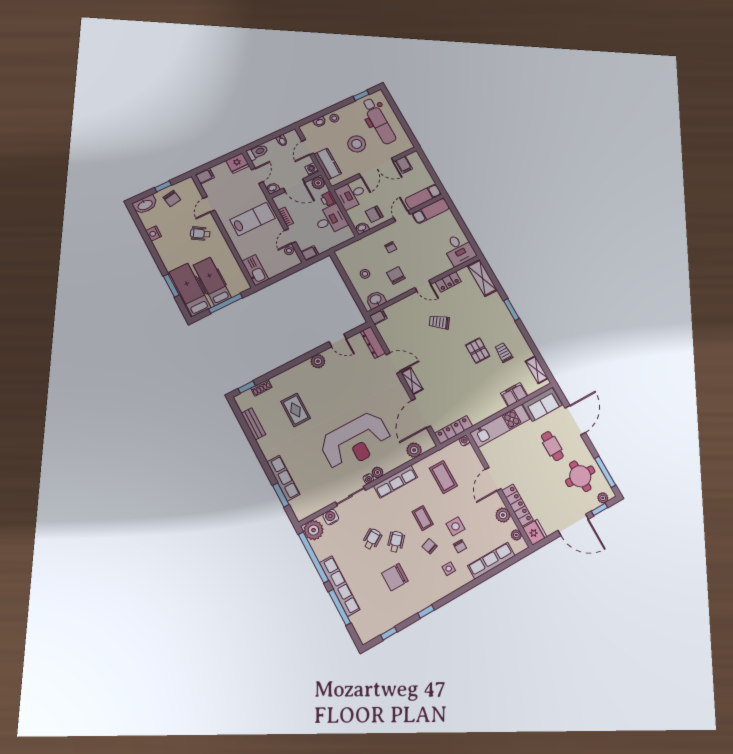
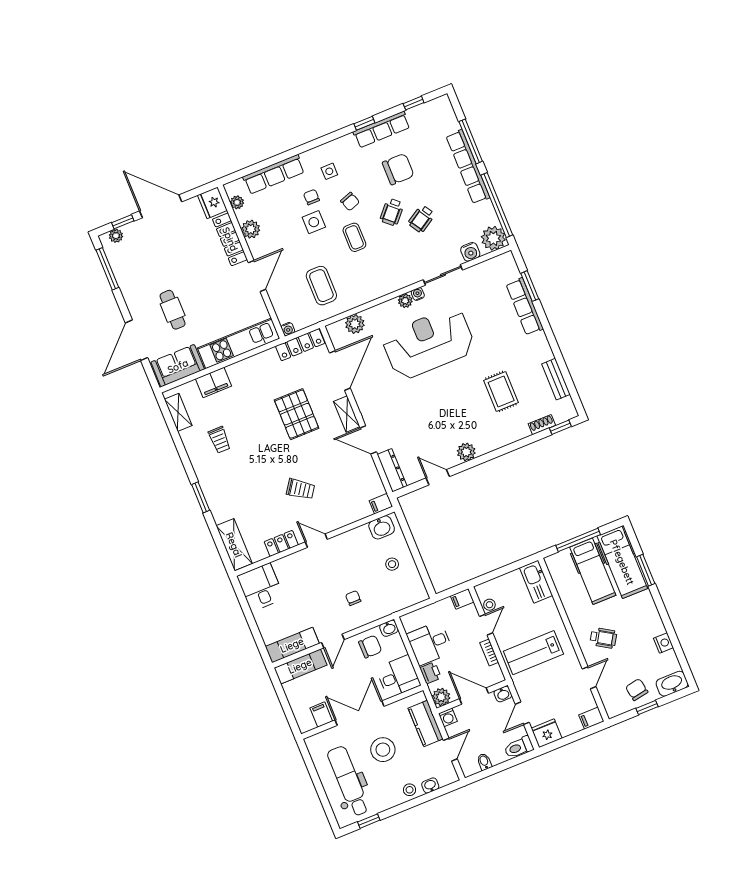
chair: (396, 275) -> (351, 558), removed
pallet: (478, 351) -> (297, 414), moved, width x1.50, depth x1.42
round table: (580, 476) -> (142, 267), removed
row of seats: (396, 482) -> (382, 130), moved, turned 180

